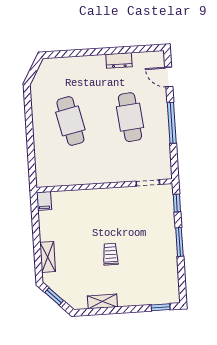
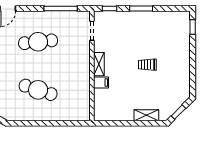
cafe table: (70, 121) -> (38, 90), turned 30
window: (172, 123) -> (61, 8), moved
filing cabinet: (44, 201) -> (101, 82), moved
shelving: (102, 301) -> (99, 64), moved

